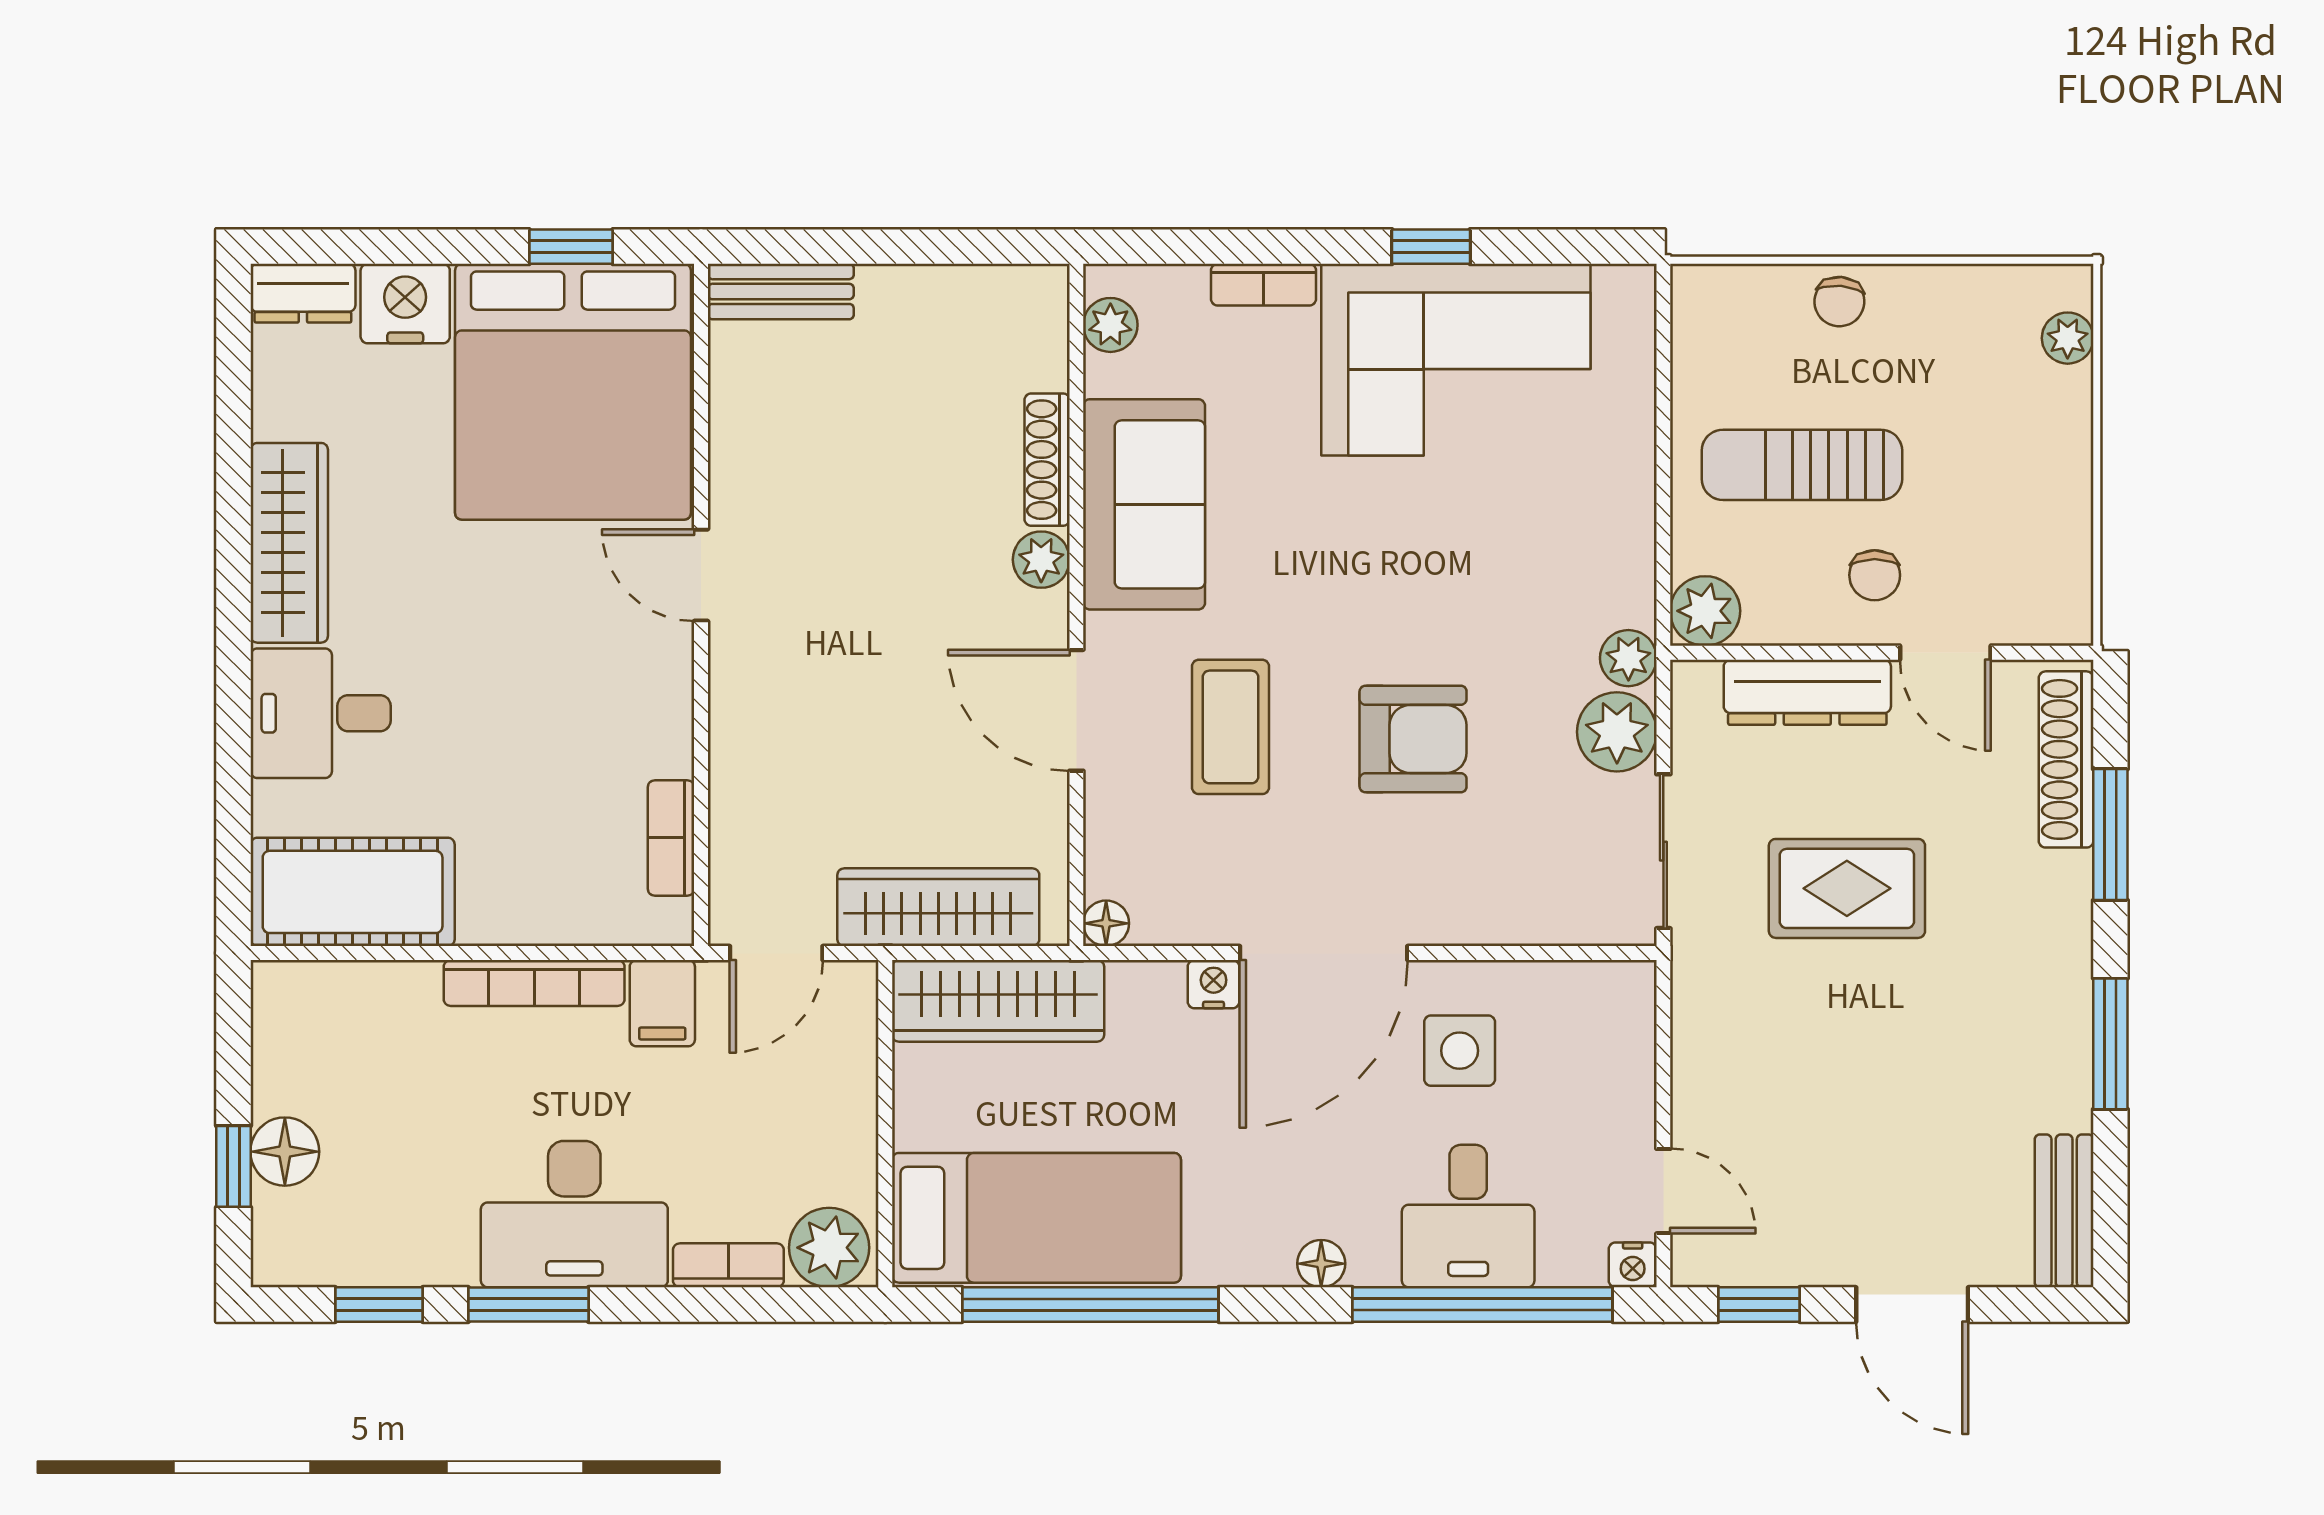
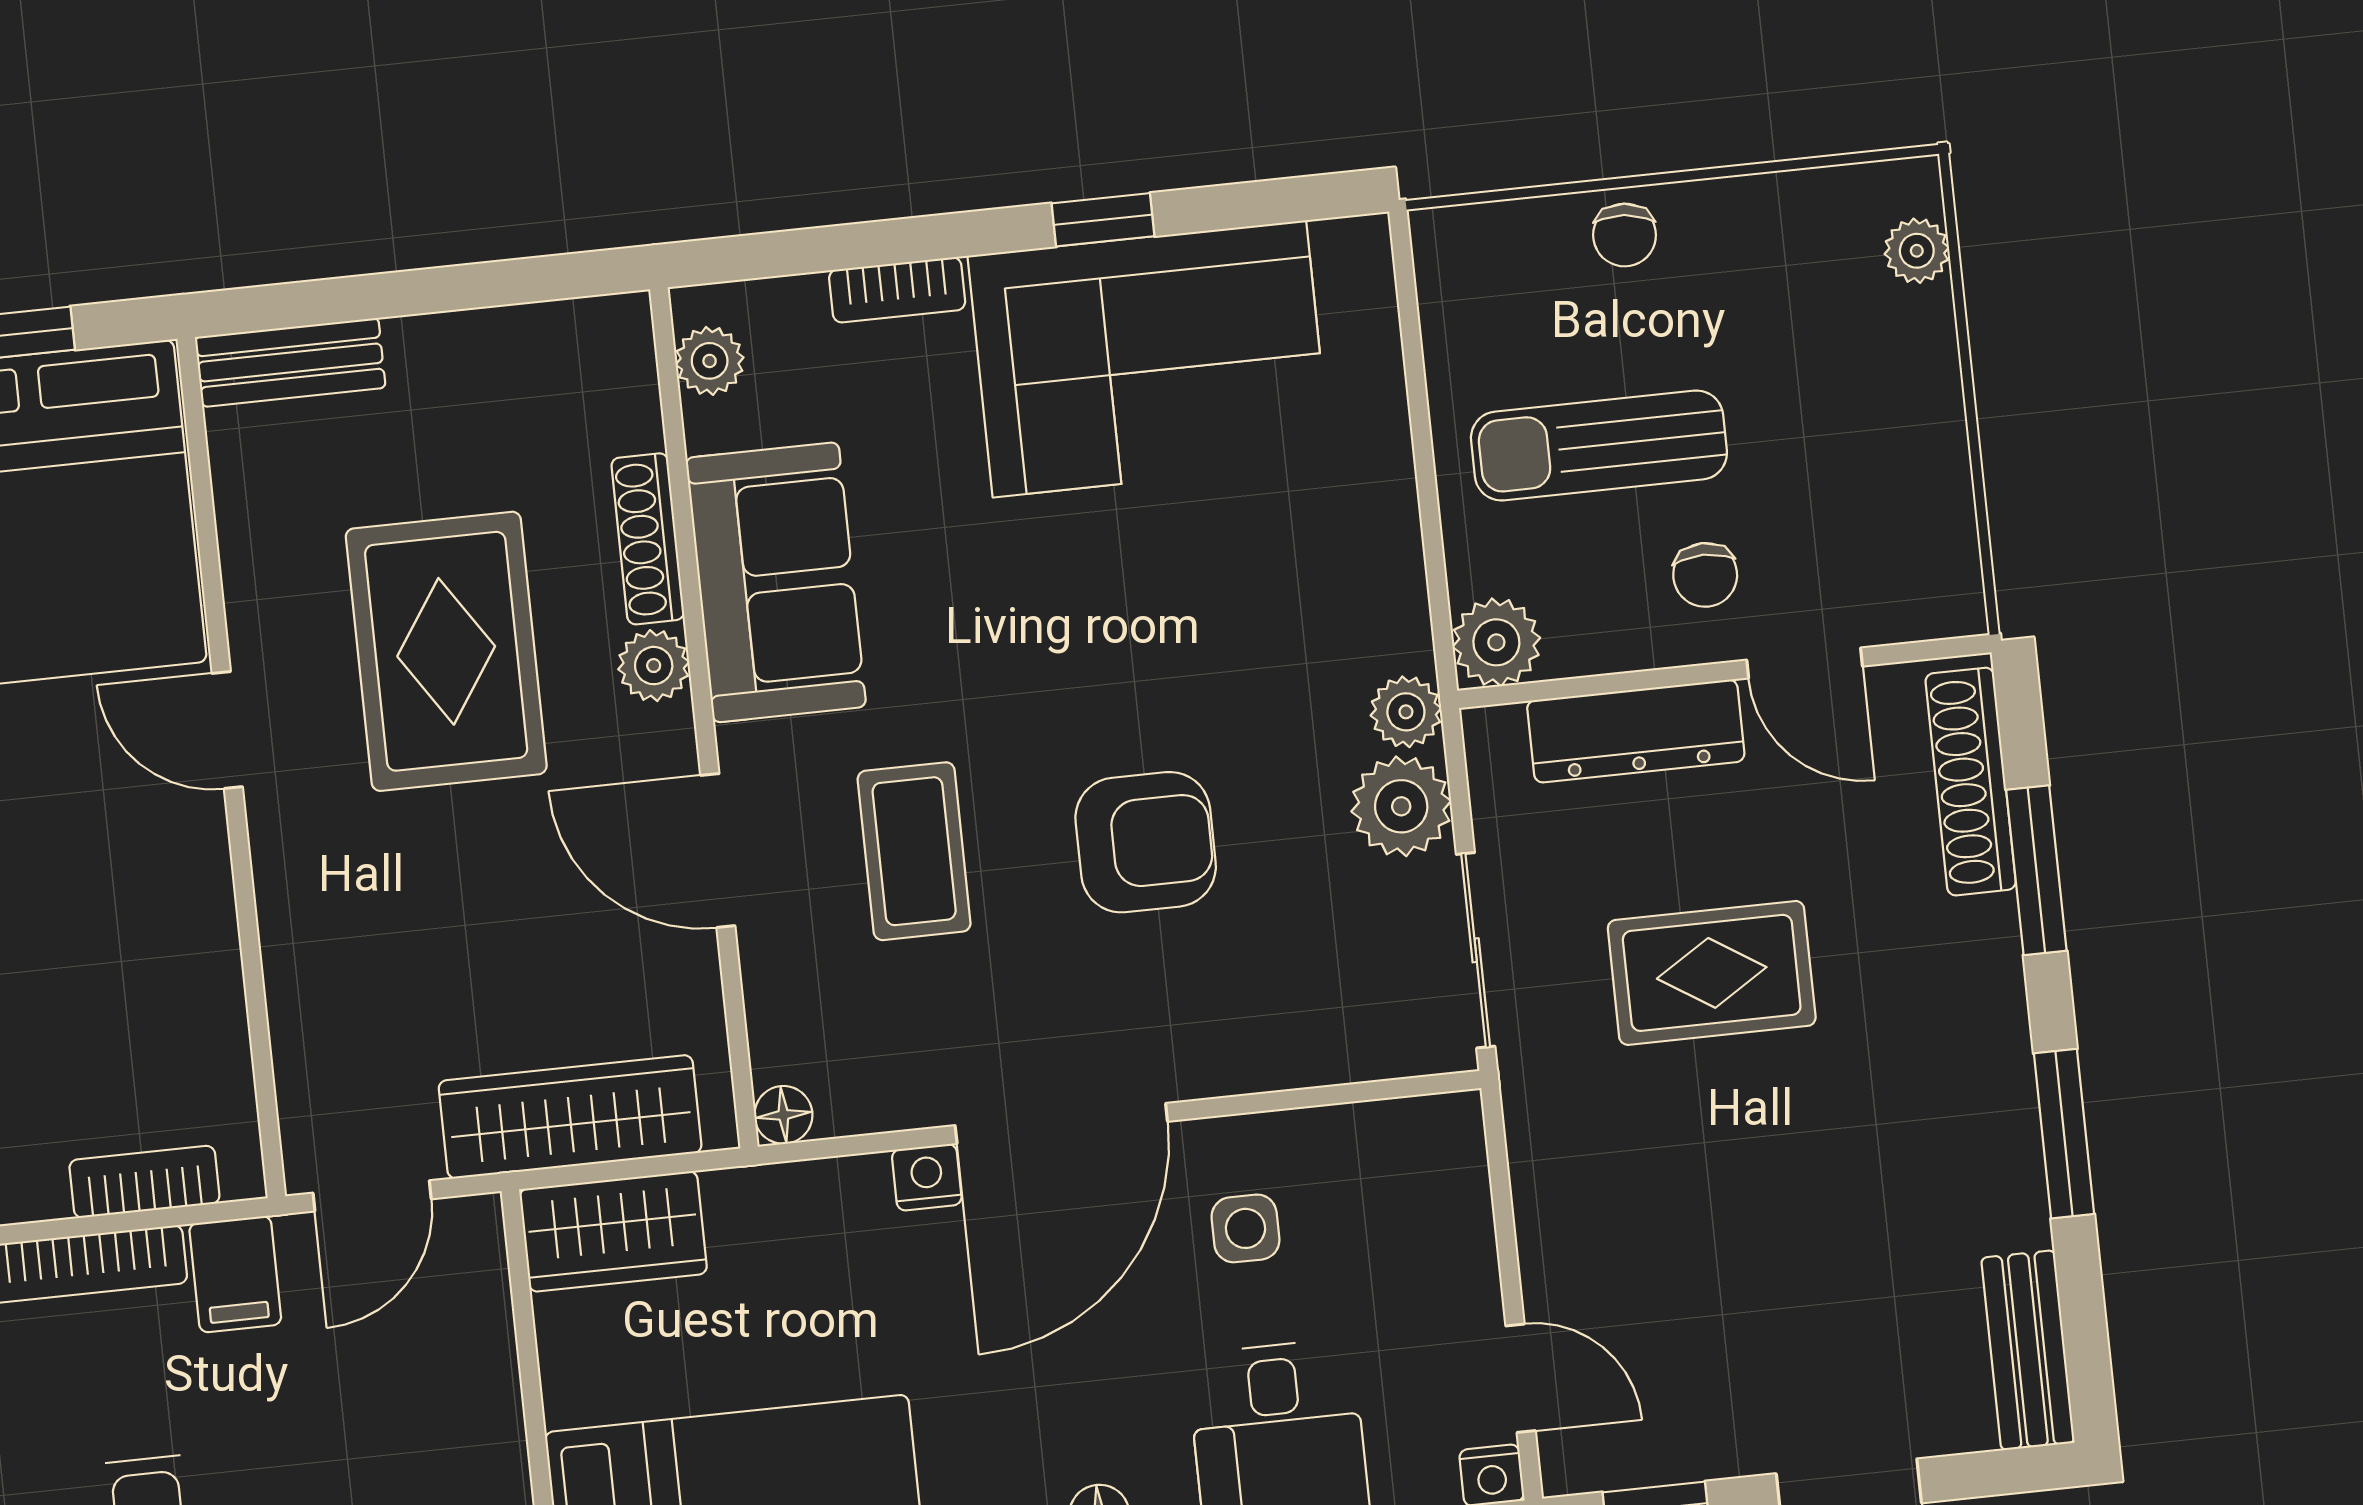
rug: (879, 531) -> (446, 651), added
bookcase: (671, 838) -> (144, 1182), moved, turned 90
wardrobe: (998, 1001) -> (613, 1231), width x0.67
side table: (1460, 1051) -> (1245, 1228), width x0.73, depth x0.73

